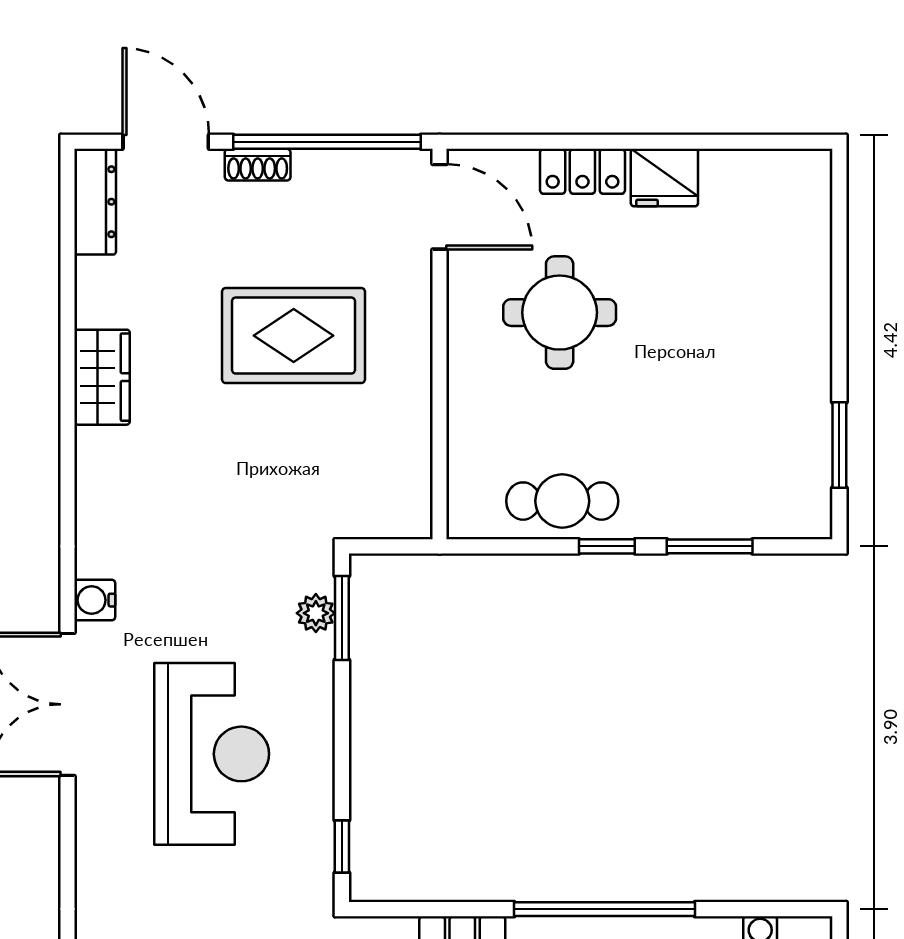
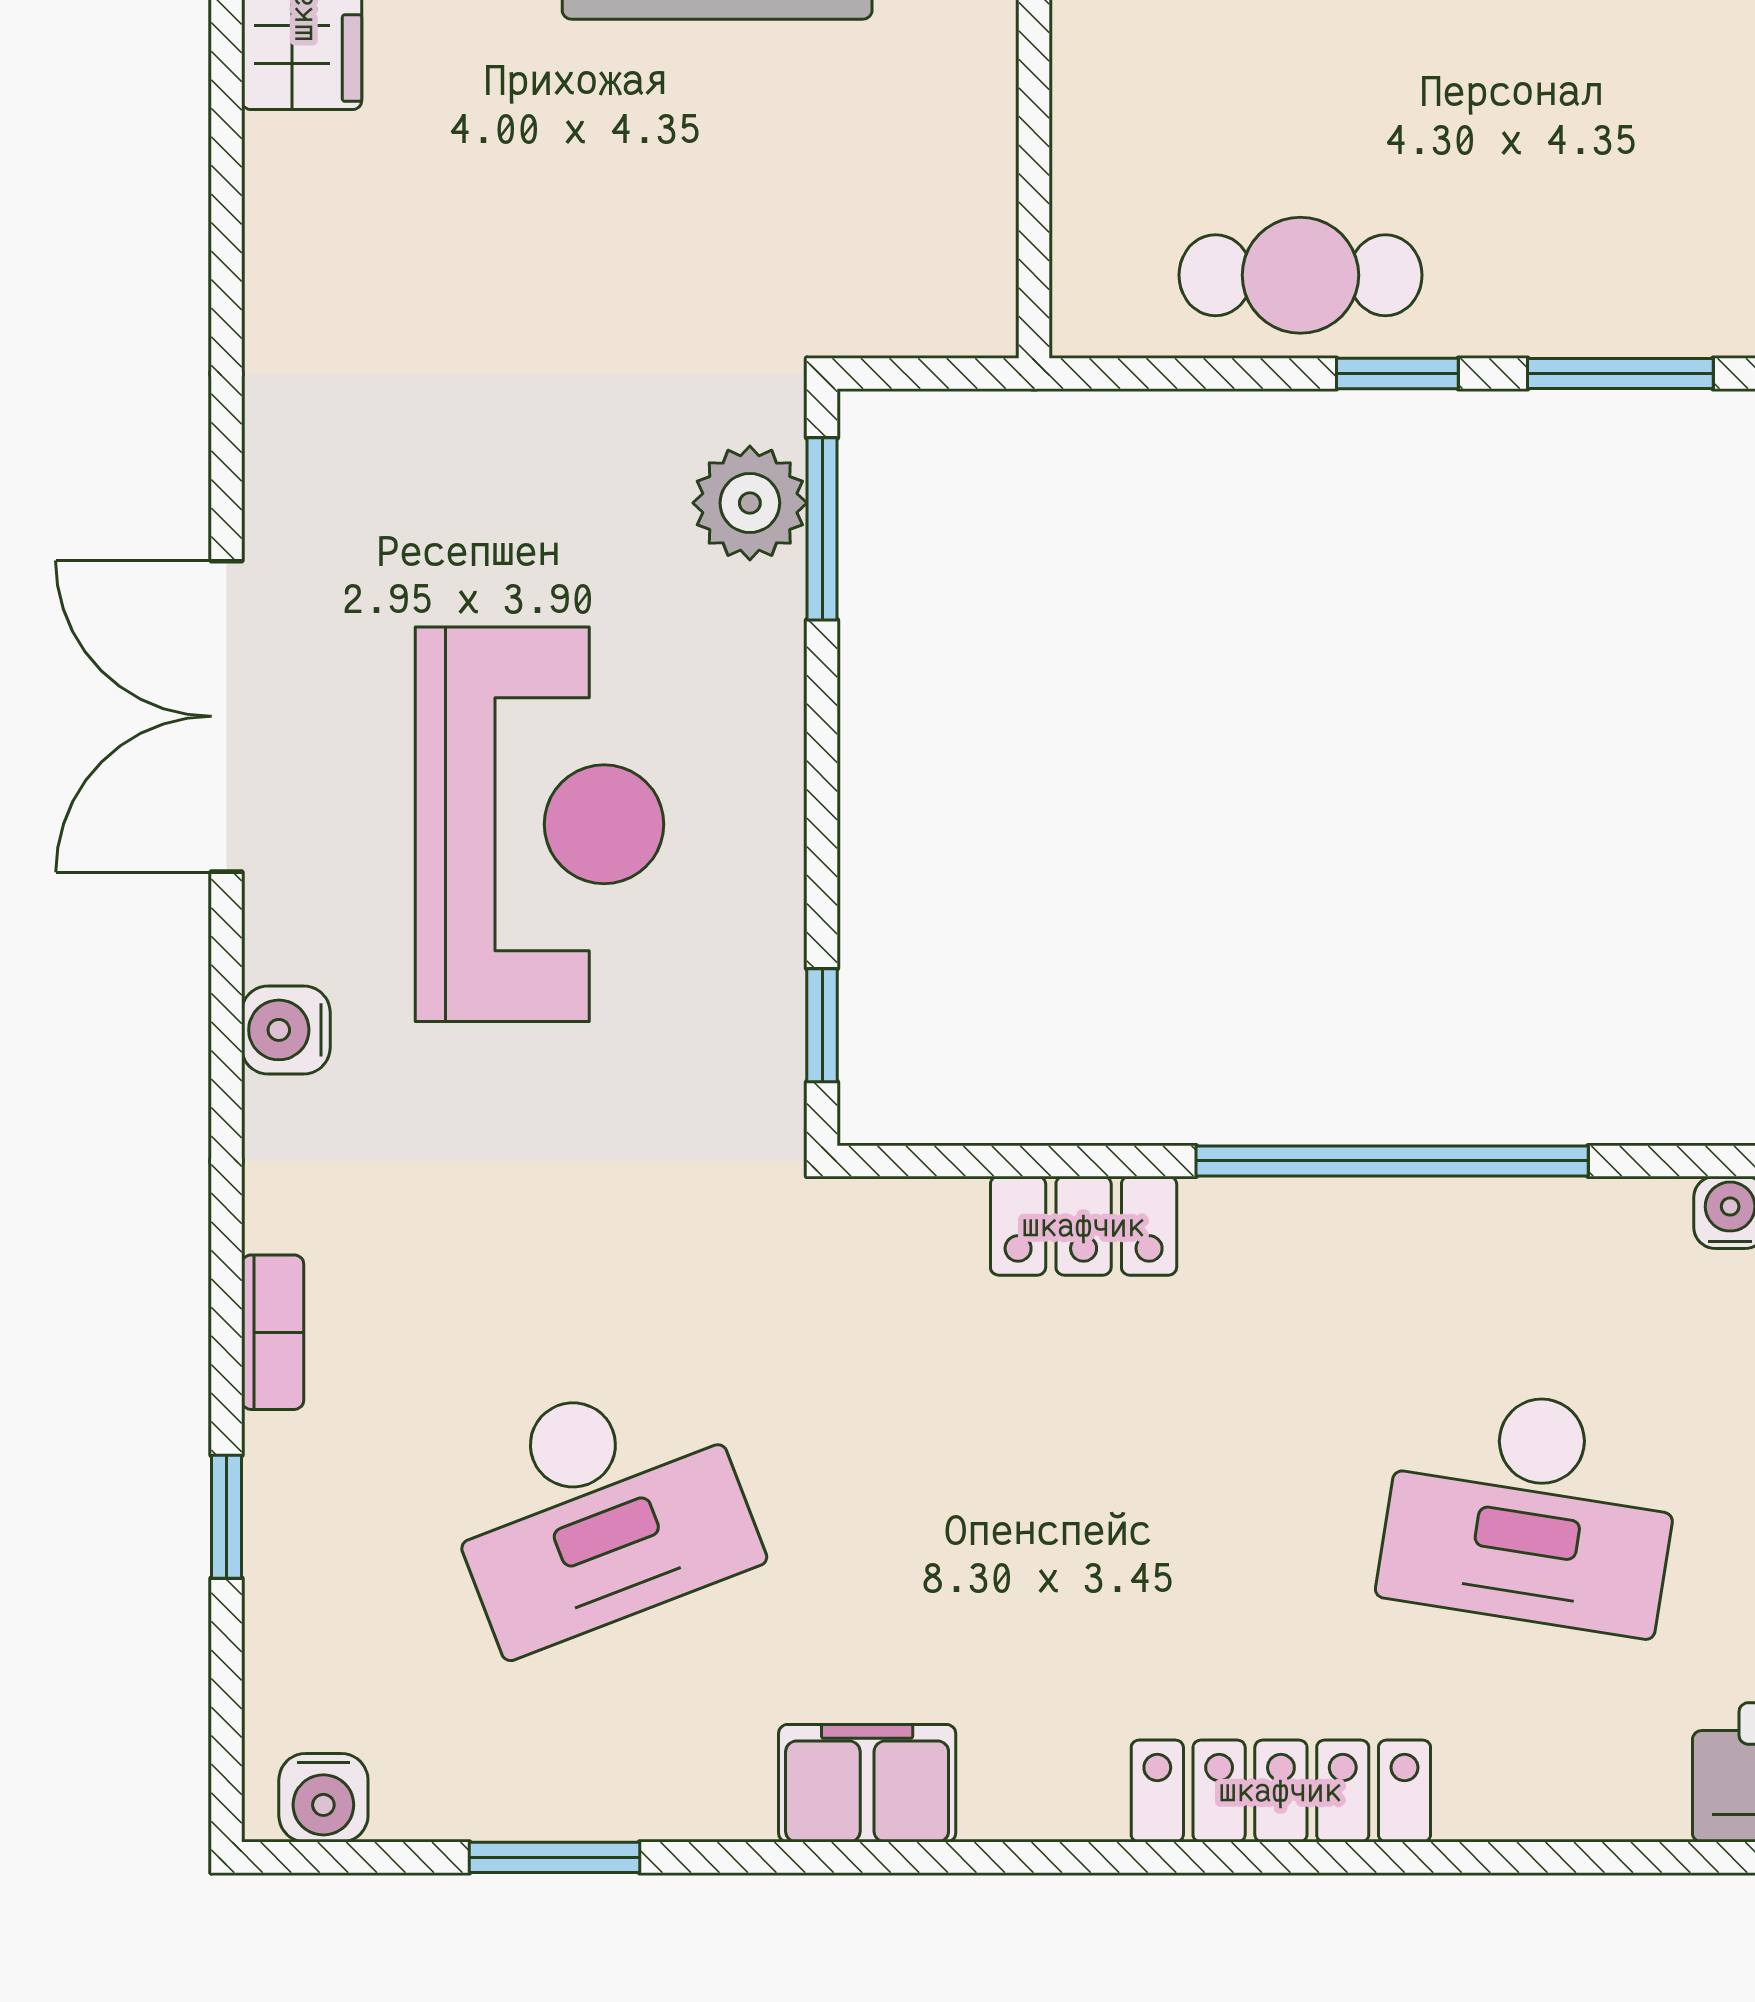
water cooler: (95, 600) -> (286, 1030), moved
plant: (316, 613) -> (750, 503), width x1.38, depth x1.38

